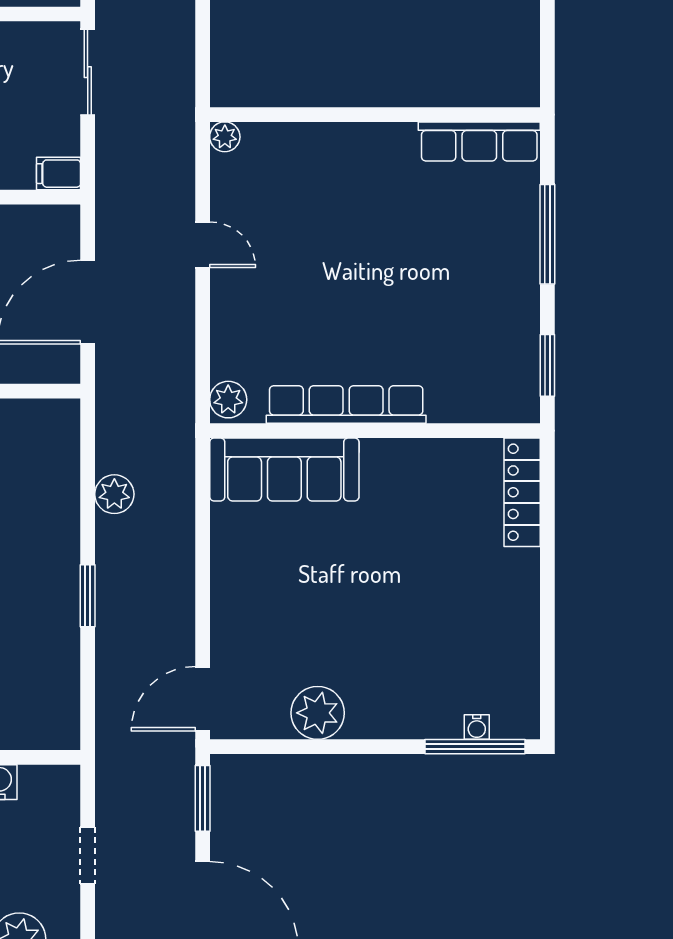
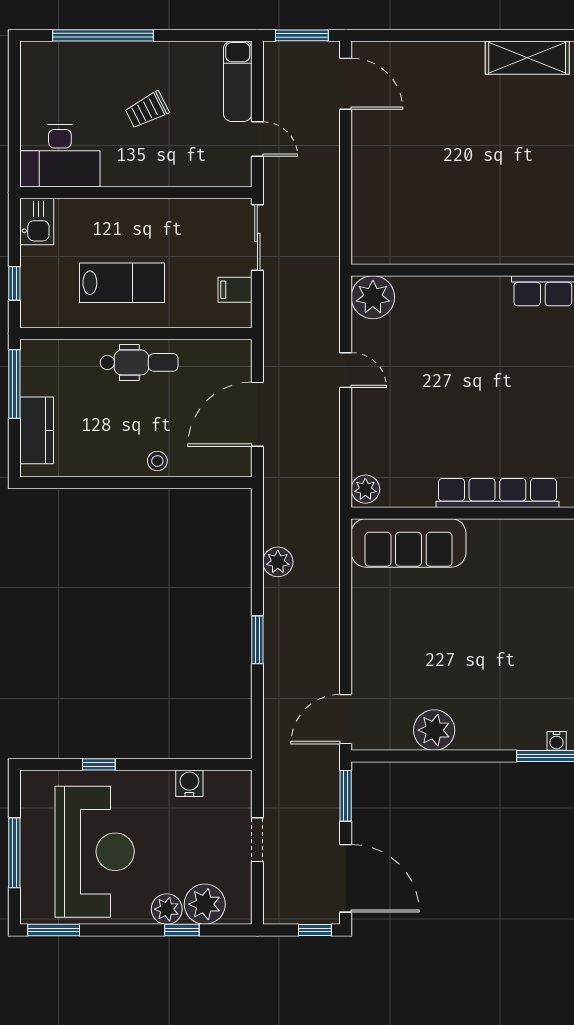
plant: (225, 137) -> (373, 297), width x1.88, depth x1.88
filing cabinet: (59, 174) -> (235, 290), moved
row of seats: (346, 405) -> (497, 493), moved

